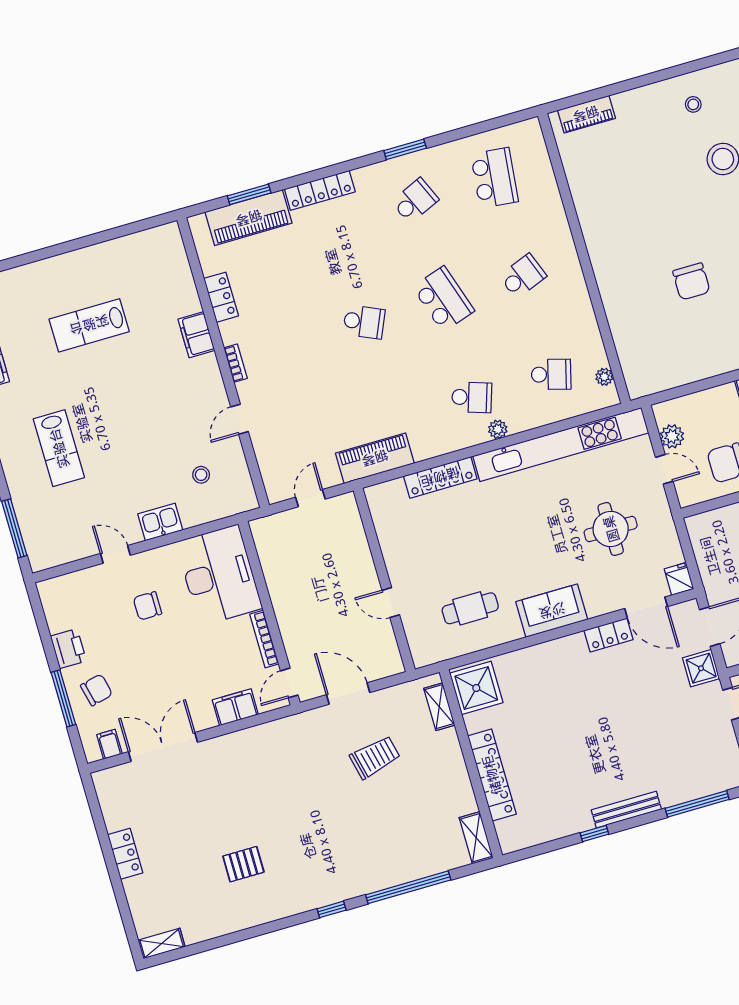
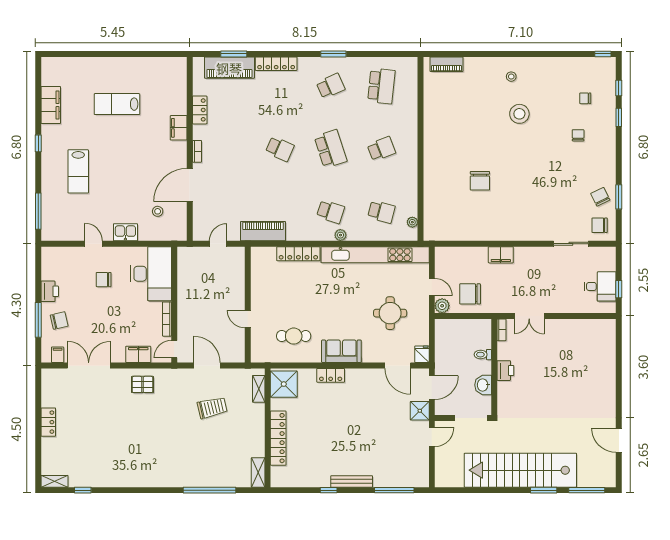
door: (239, 419) -> (190, 185), width x1.87
plant: (672, 436) -> (442, 306), moved
locker: (608, 635) -> (331, 375), moved
pallet: (243, 864) -> (143, 384), moved
window: (332, 909) -> (83, 490), moved

